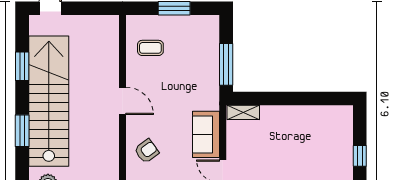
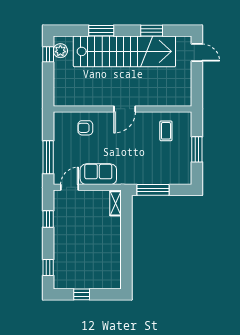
armchair: (147, 151) -> (85, 128), turned 126

